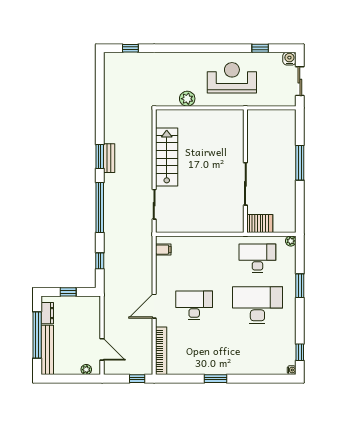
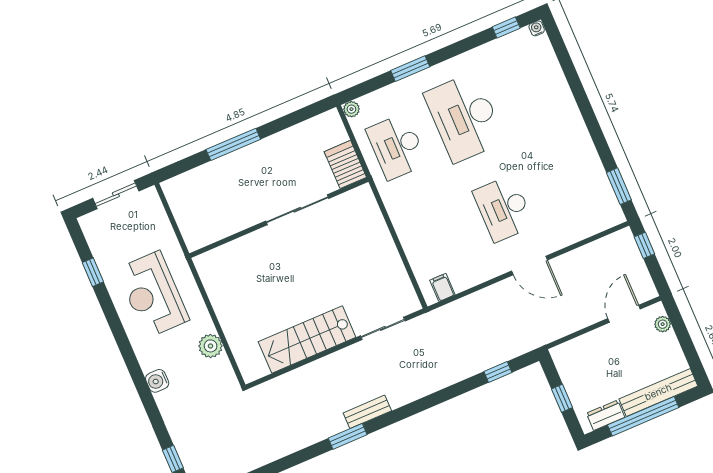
water cooler: (289, 59) -> (157, 381), moved
bench: (109, 158) -> (367, 412), moved
window: (100, 207) -> (421, 405), removed
bookcase: (161, 351) -> (590, 228), removed
window: (215, 379) -> (619, 186), moved

